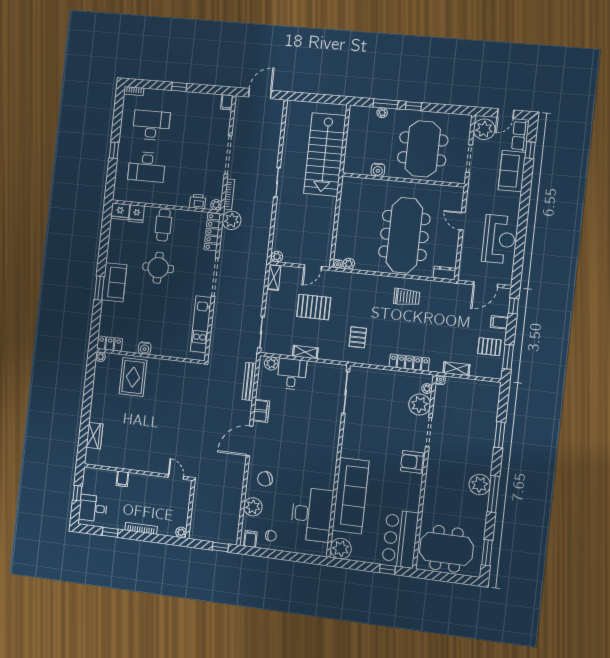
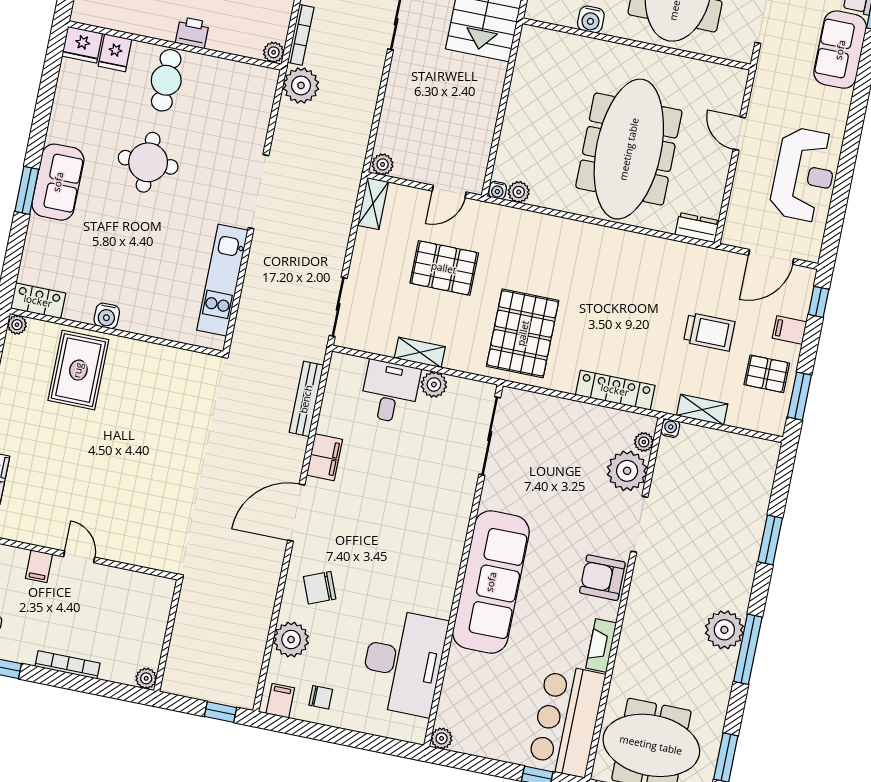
printer: (198, 201) -> (192, 33), moved
locker: (212, 232) -> (261, 104), removed
trolley: (407, 297) -> (709, 332), moved
pallet: (358, 337) -> (523, 333), width x2.05, depth x2.00
plant: (271, 363) -> (434, 384), moved
door: (176, 477) -> (79, 557), moved
sofa: (351, 496) -> (491, 582), moved
fireplace: (415, 498) -> (601, 645), added
plant: (341, 549) -> (442, 738), width x0.53, depth x0.53

